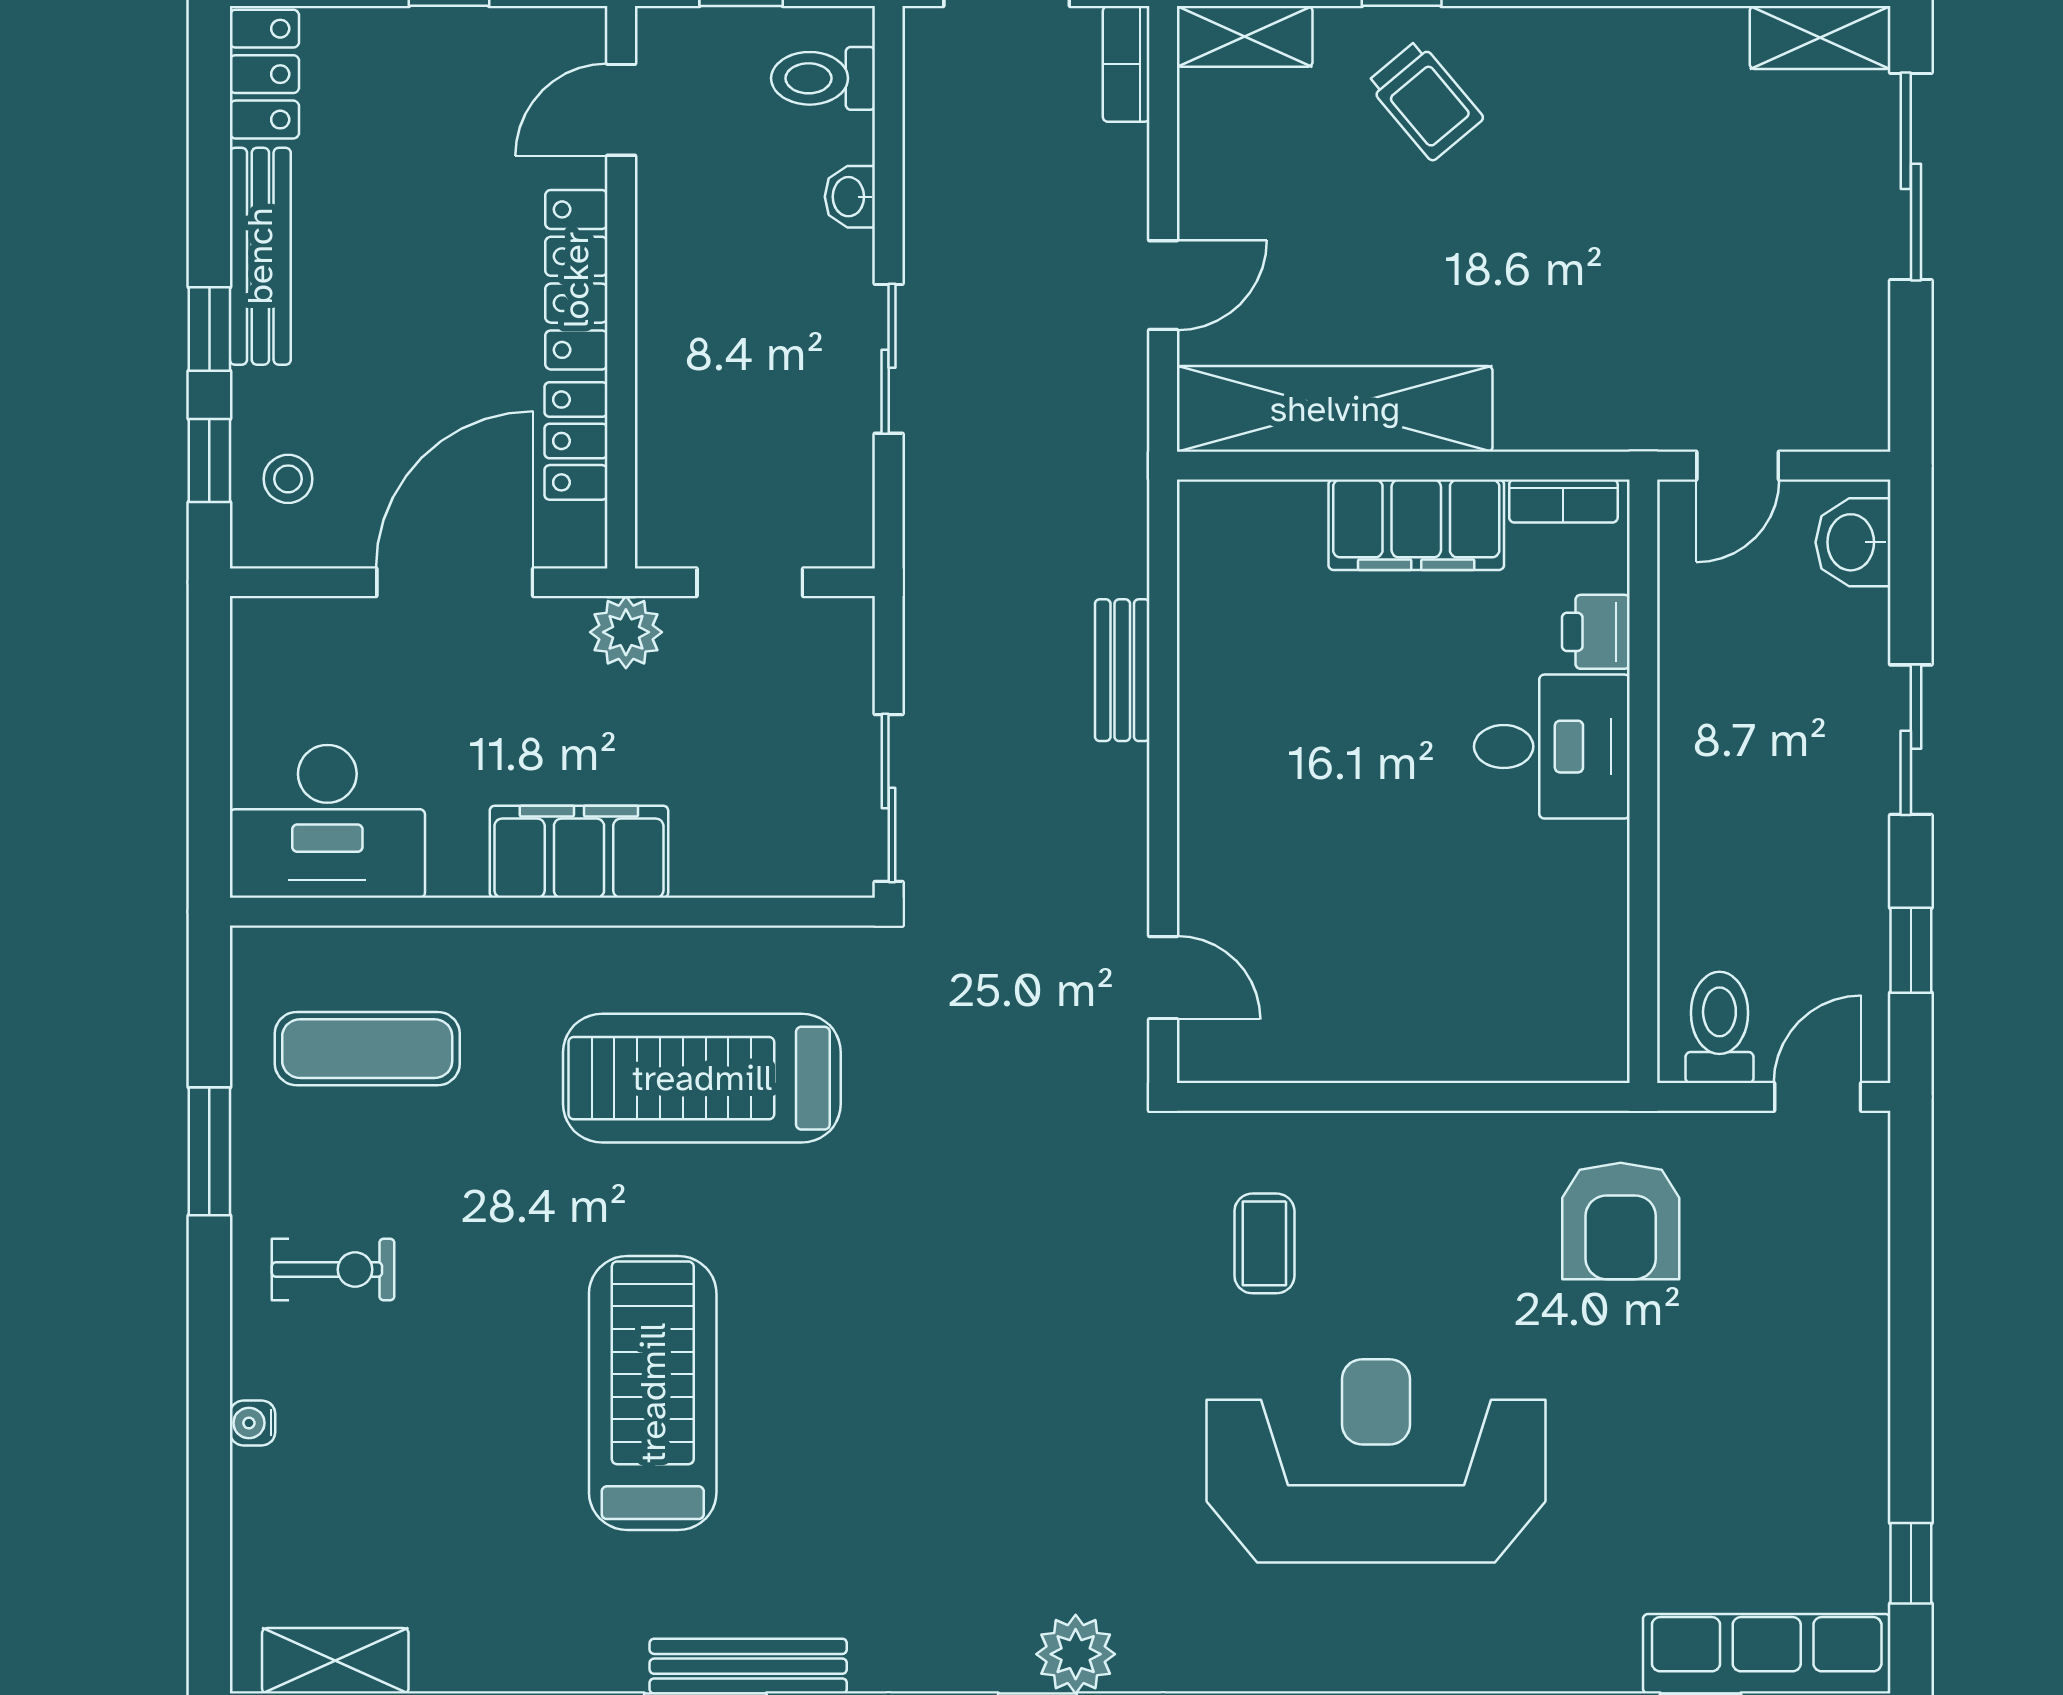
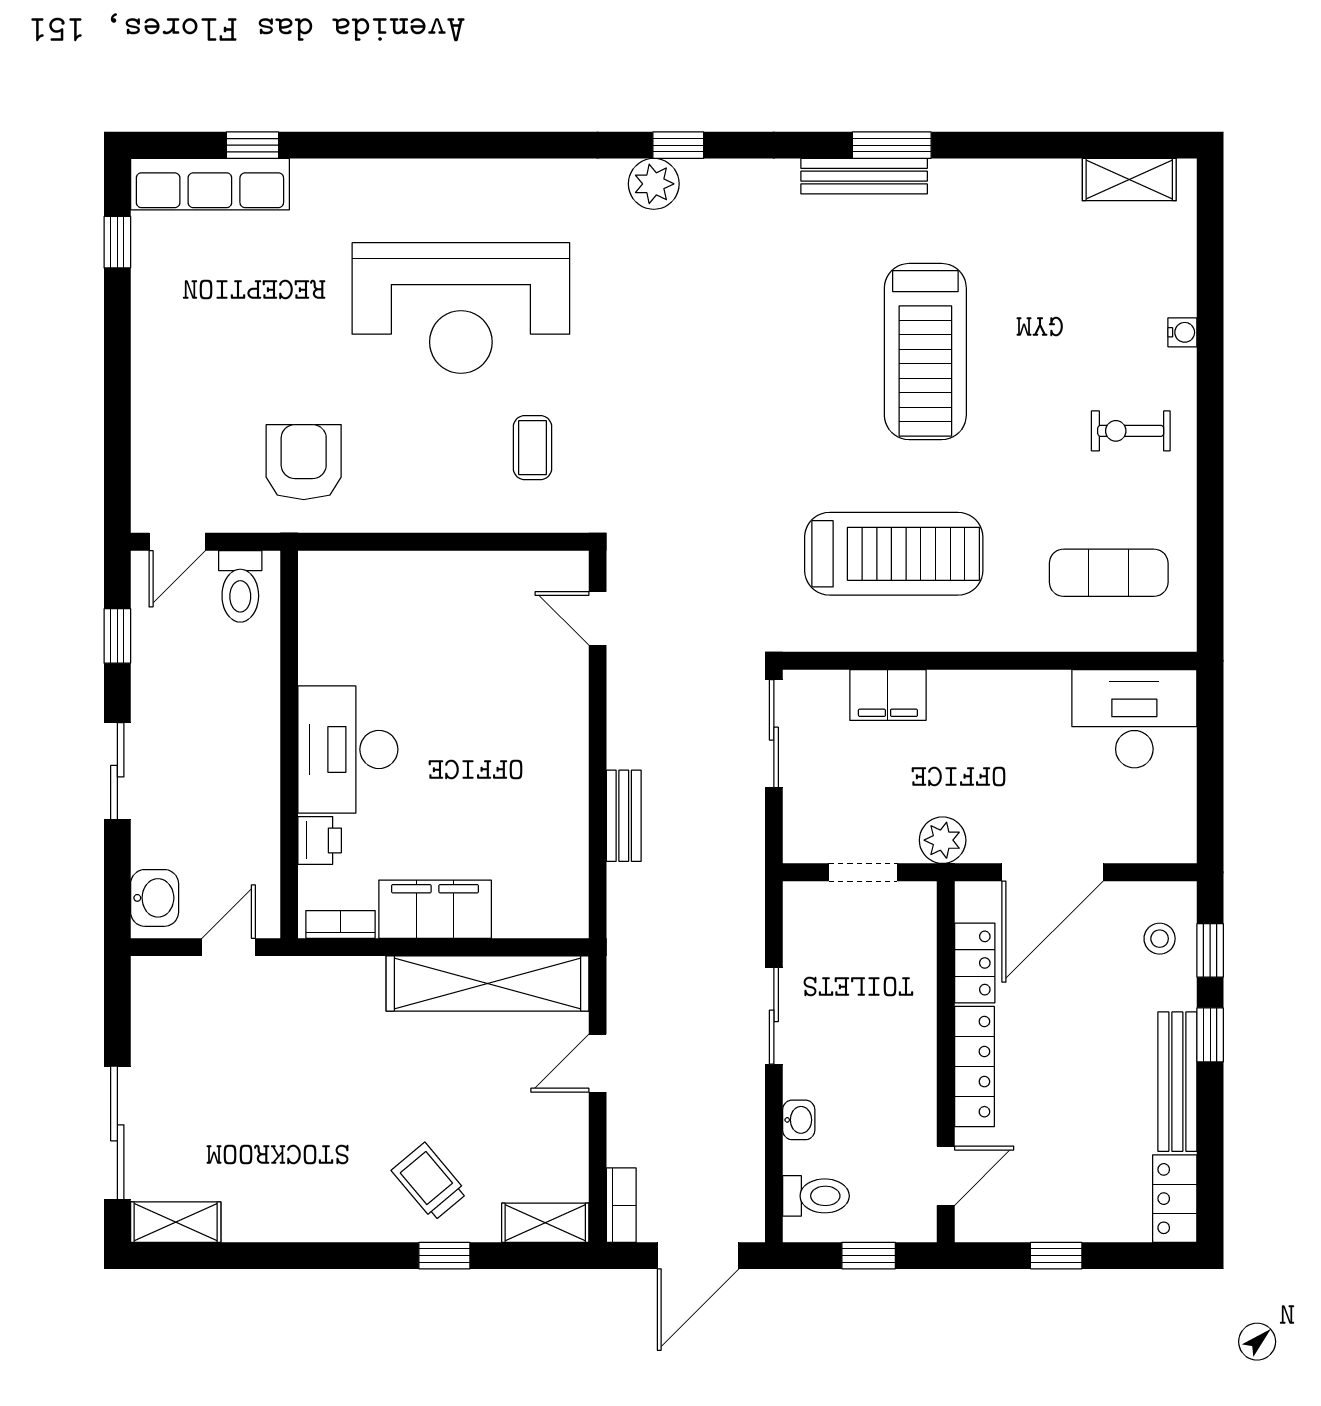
desk: (1552, 747) -> (348, 749), width x1.37
filing cabinet: (579, 852) -> (888, 695), moved, width x0.67, depth x0.86
window: (209, 1151) -> (1210, 507), removed

